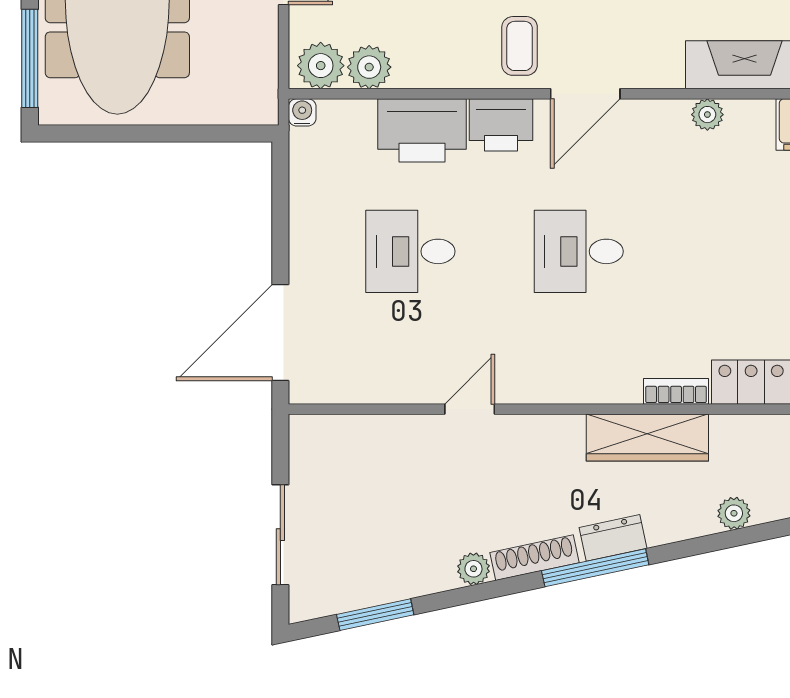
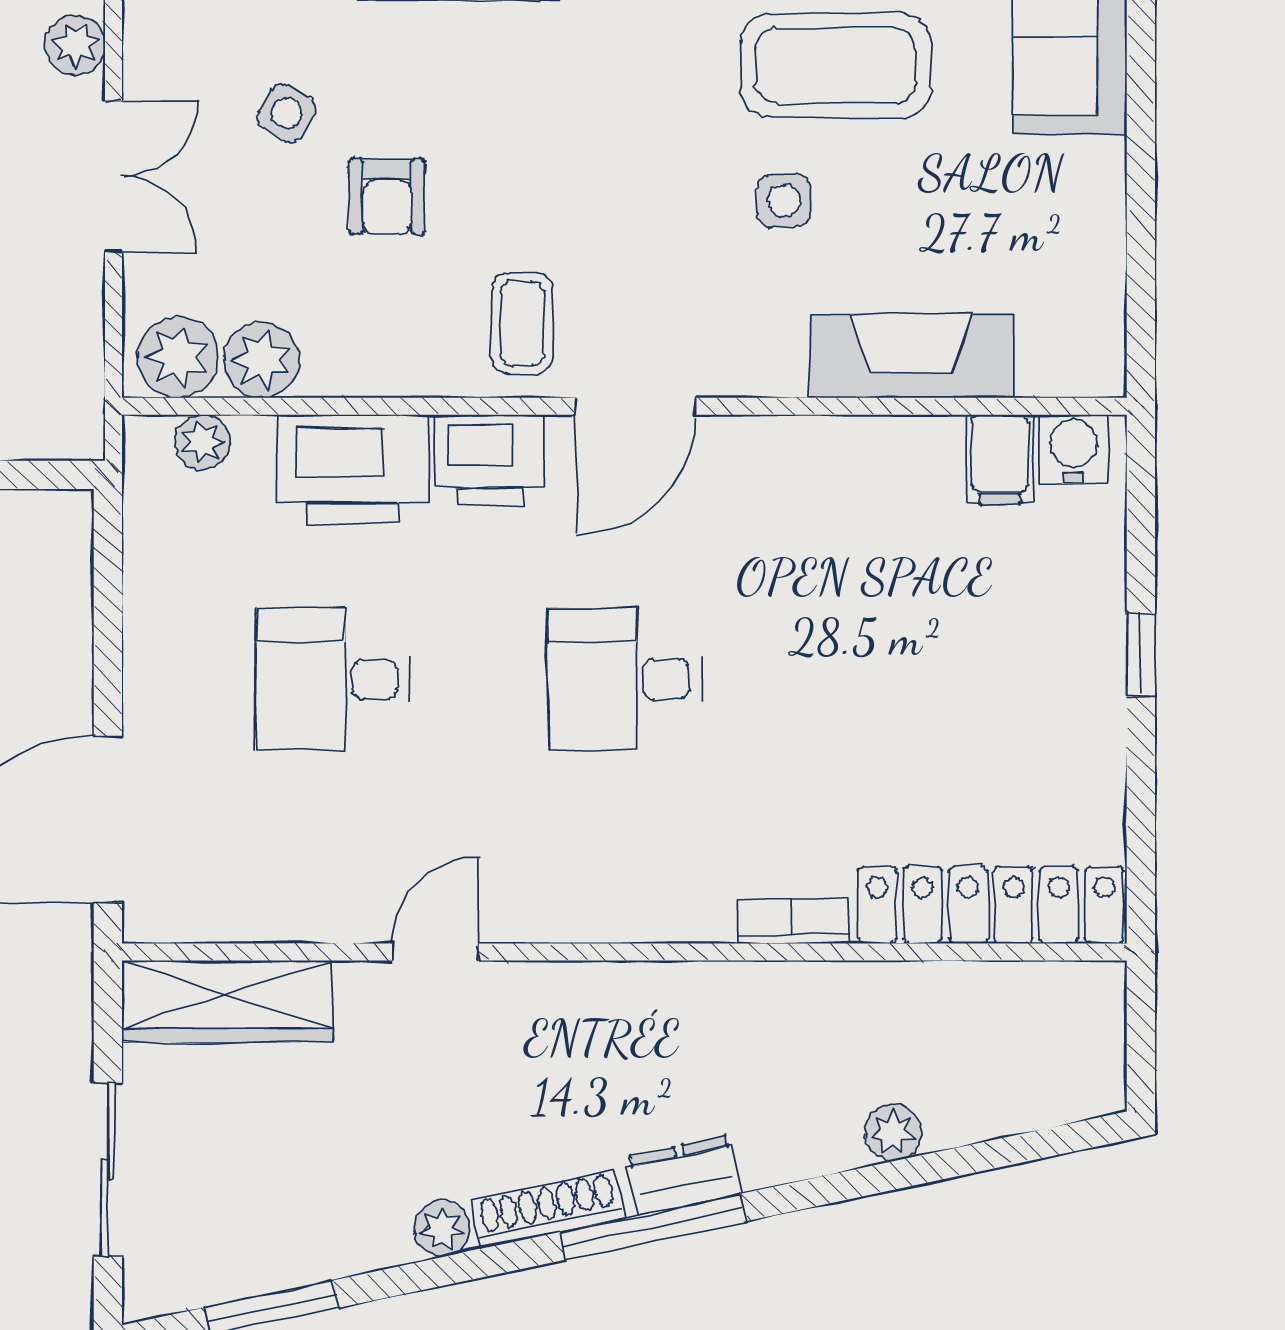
water cooler: (302, 112) -> (146, 438), removed
plant: (707, 115) -> (203, 442), moved
wardrobe: (647, 438) -> (227, 1001), moved

